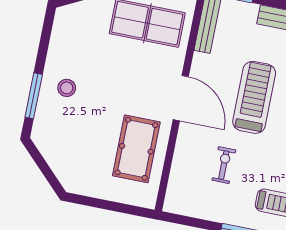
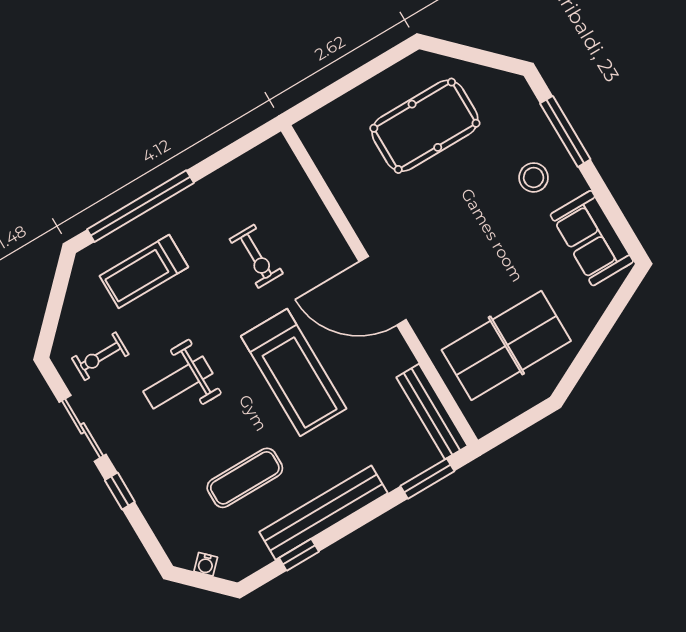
sofa: (65, 37) -> (592, 238), added
pool table: (136, 149) -> (425, 126), moved, turned 90

